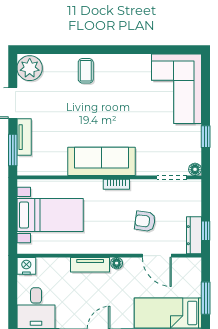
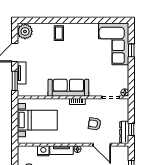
window: (206, 137) -> (131, 50), moved
nightstand: (26, 266) -> (43, 151), moved

